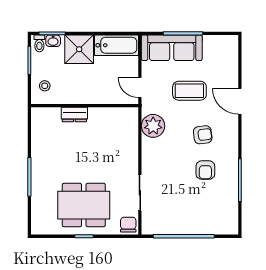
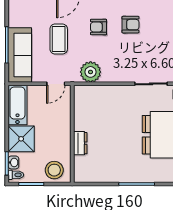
stool: (45, 86) -> (54, 170), width x1.89, depth x1.89
armchair: (203, 135) -> (99, 27), turned -83

